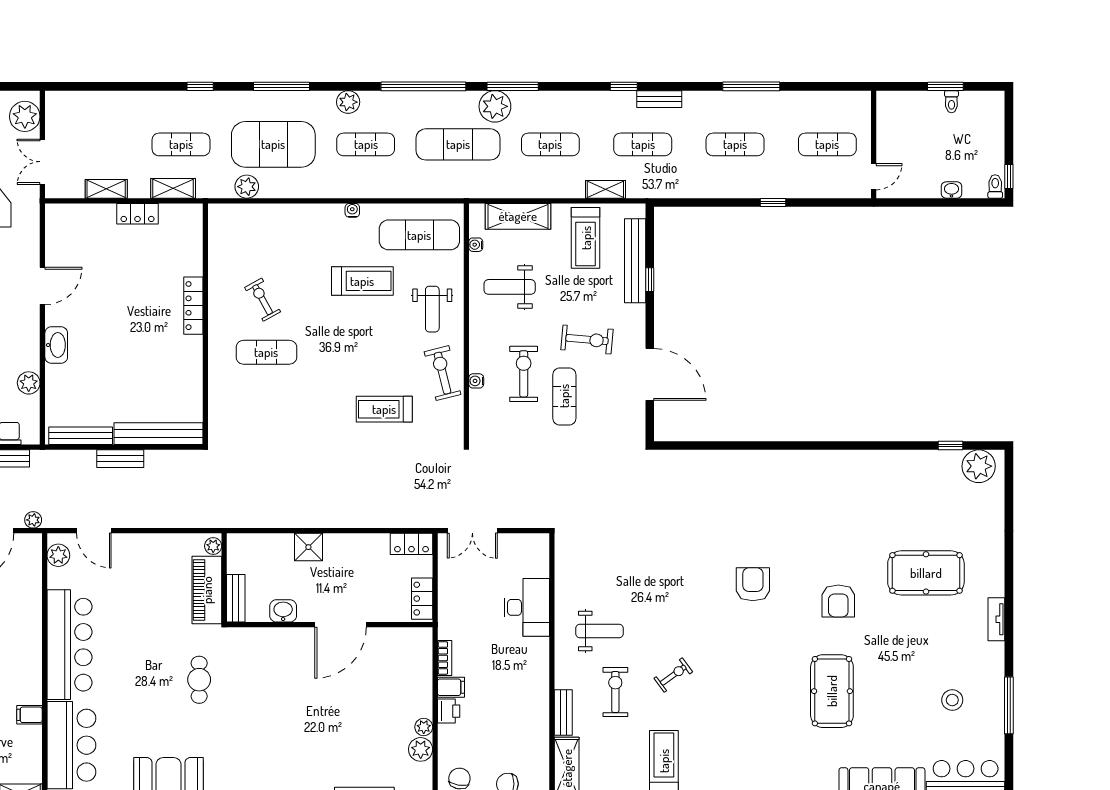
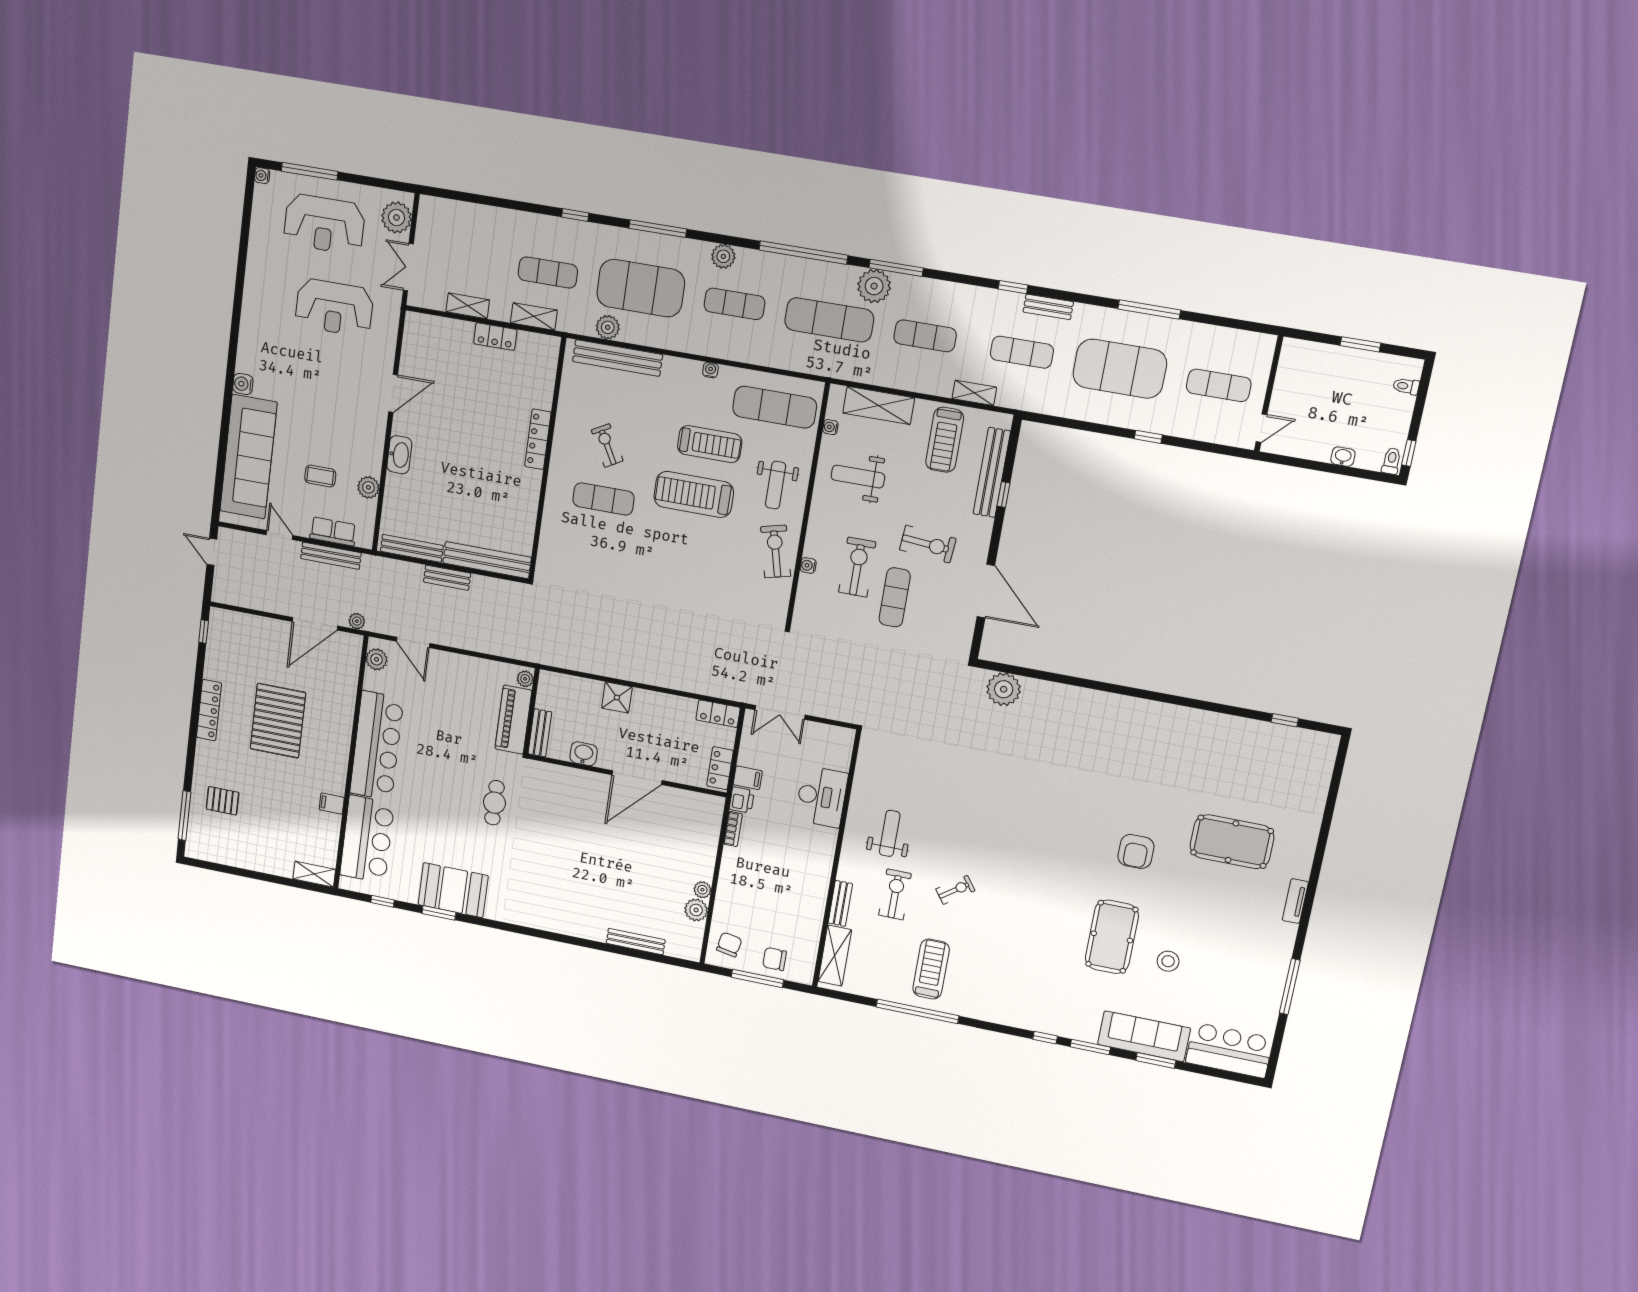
toilet: (951, 102) -> (1406, 386), moved, turned 90
exercise mat: (735, 144) -> (1120, 369), width x2.00, depth x1.45
bench: (261, 214) -> (618, 358), added
treadmill: (384, 409) -> (694, 494), moved, width x1.37, depth x1.38
plant: (979, 466) -> (1004, 689), moved
armchair: (753, 584) -> (1052, 818), removed
weight bench: (599, 631) -> (890, 833), turned -90
filing cabinet: (451, 687) -> (748, 778), moved
stool: (952, 700) -> (1168, 961), moved
printer: (449, 711) -> (742, 800), moved

